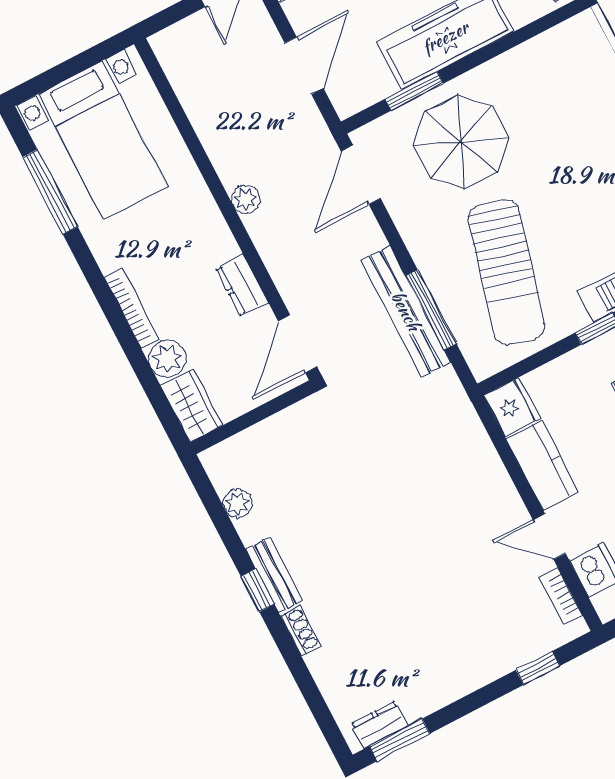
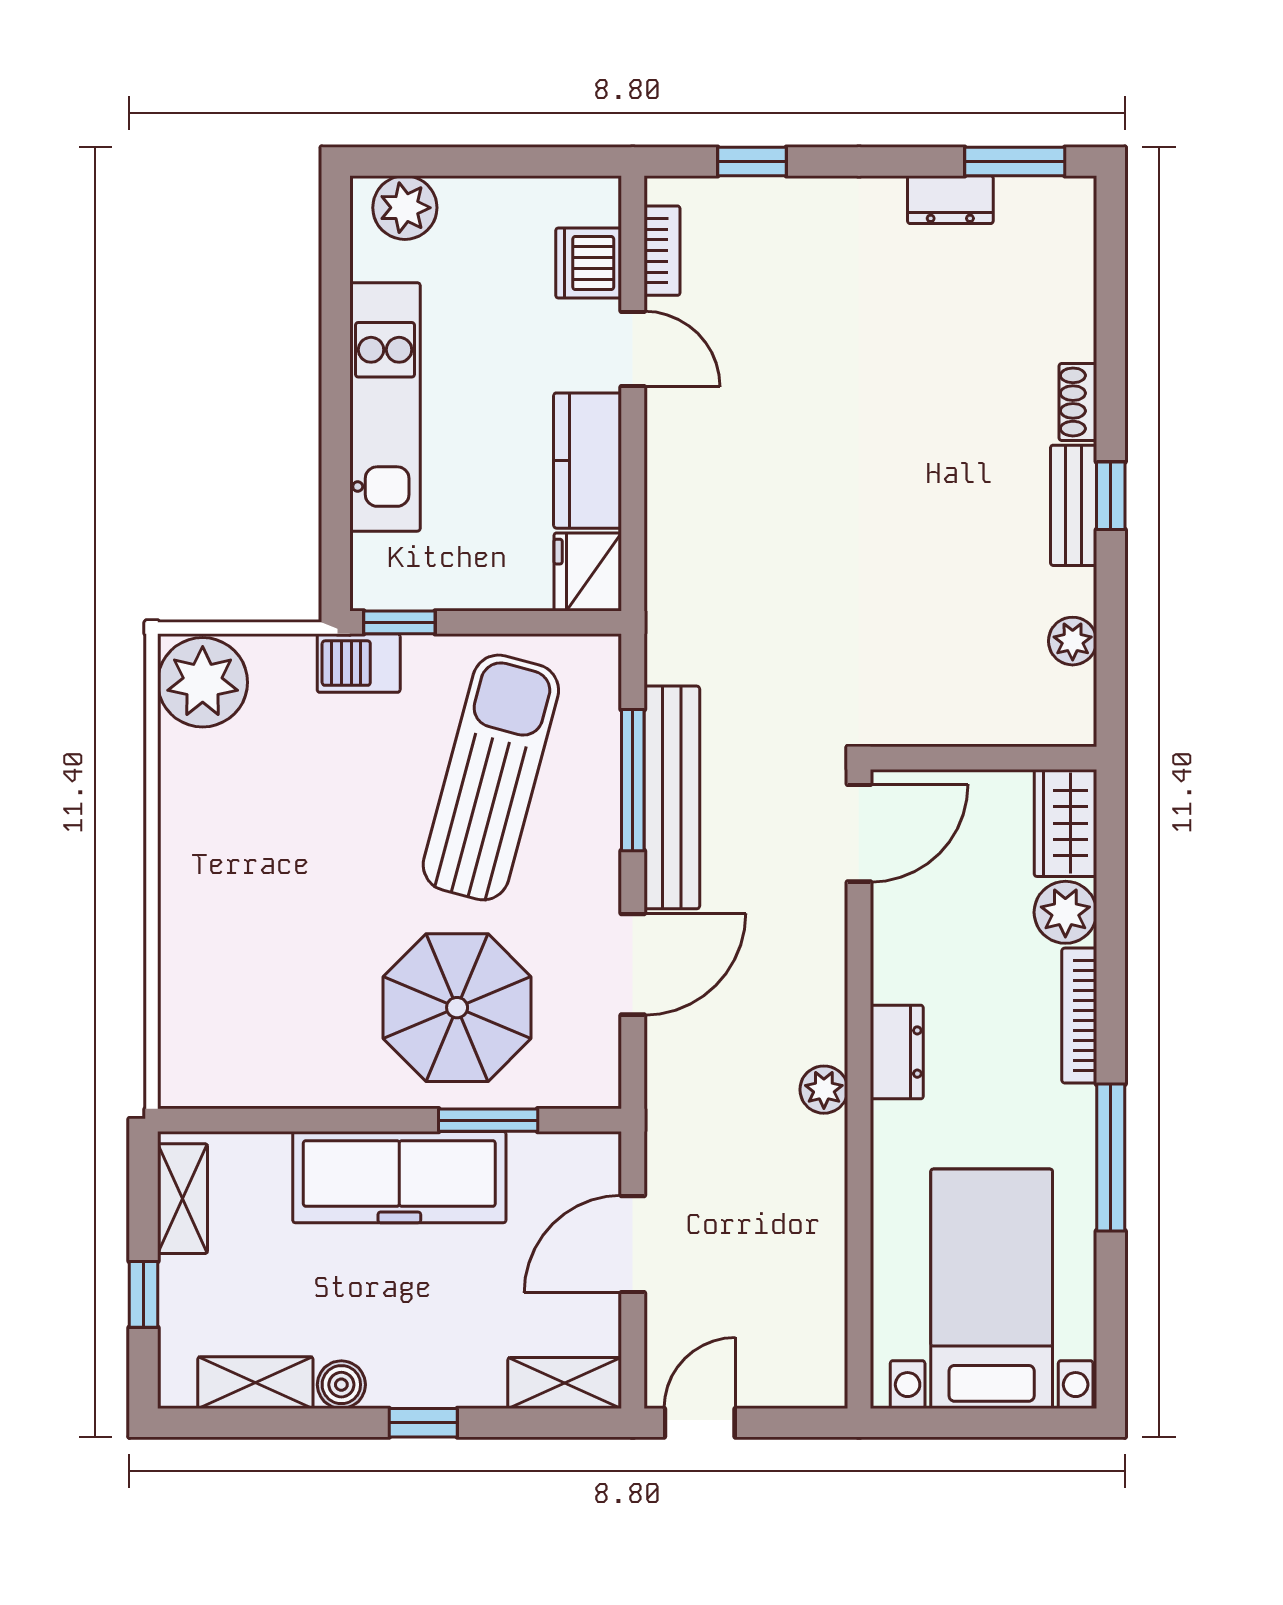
door: (361, 175) -> (633, 964), moved
window: (50, 192) -> (1111, 1158), moved
dresser: (242, 285) -> (897, 1052), moved
dresser: (380, 725) -> (950, 200), moved

